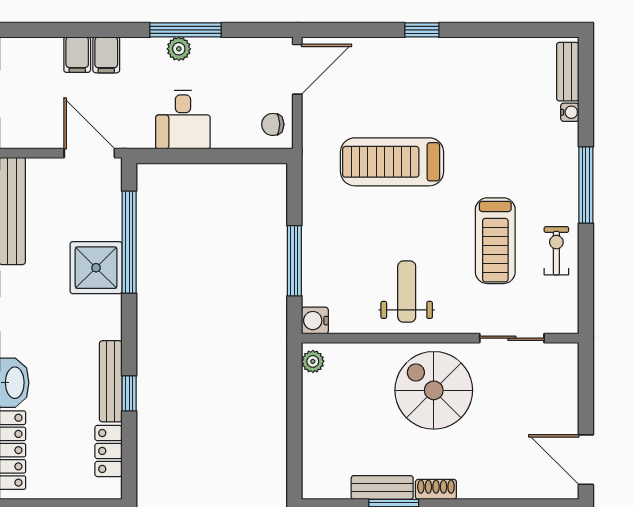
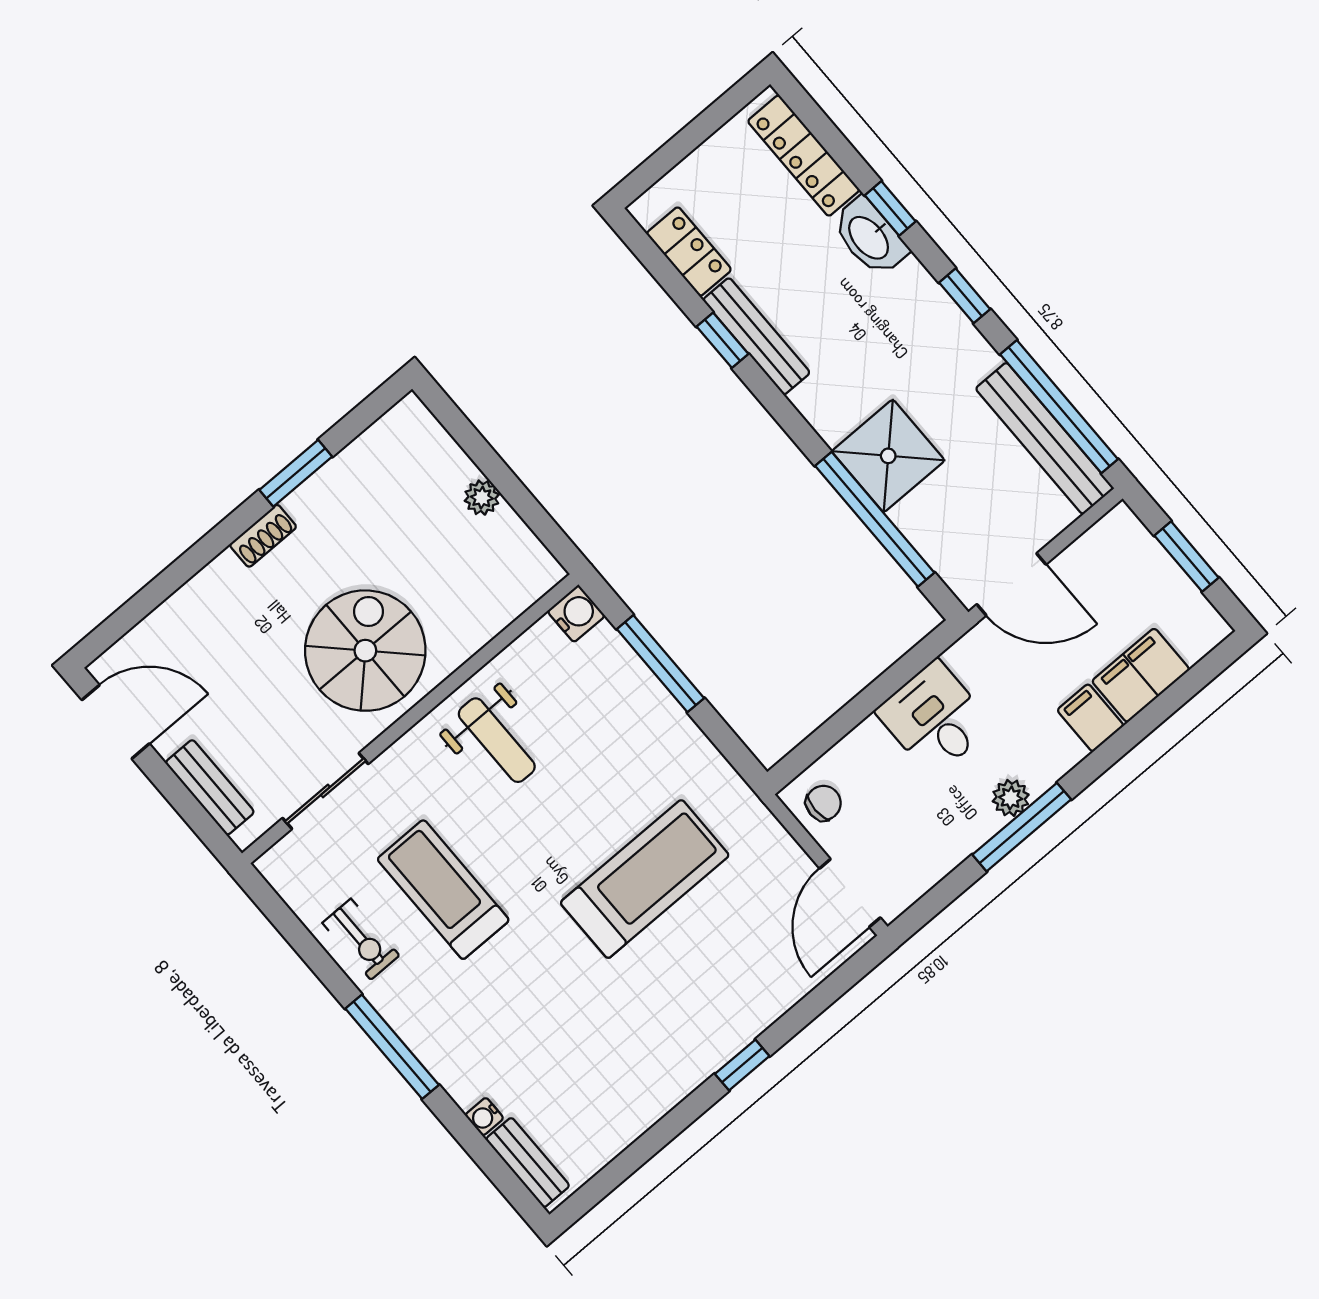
filing cabinet: (77, 55) -> (1141, 675), width x2.00
plant: (313, 361) -> (482, 498), moved
spiral stairs: (434, 390) -> (365, 651), turned -90
bench: (382, 487) -> (210, 787), moved, turned 90

